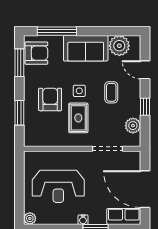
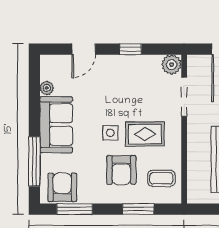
plant: (119, 46) -> (47, 88), width x0.53, depth x0.53
coffee table: (111, 92) -> (161, 178), moved
armchair: (50, 99) -> (121, 170), turned -90
plant: (133, 126) -> (171, 65), moved

